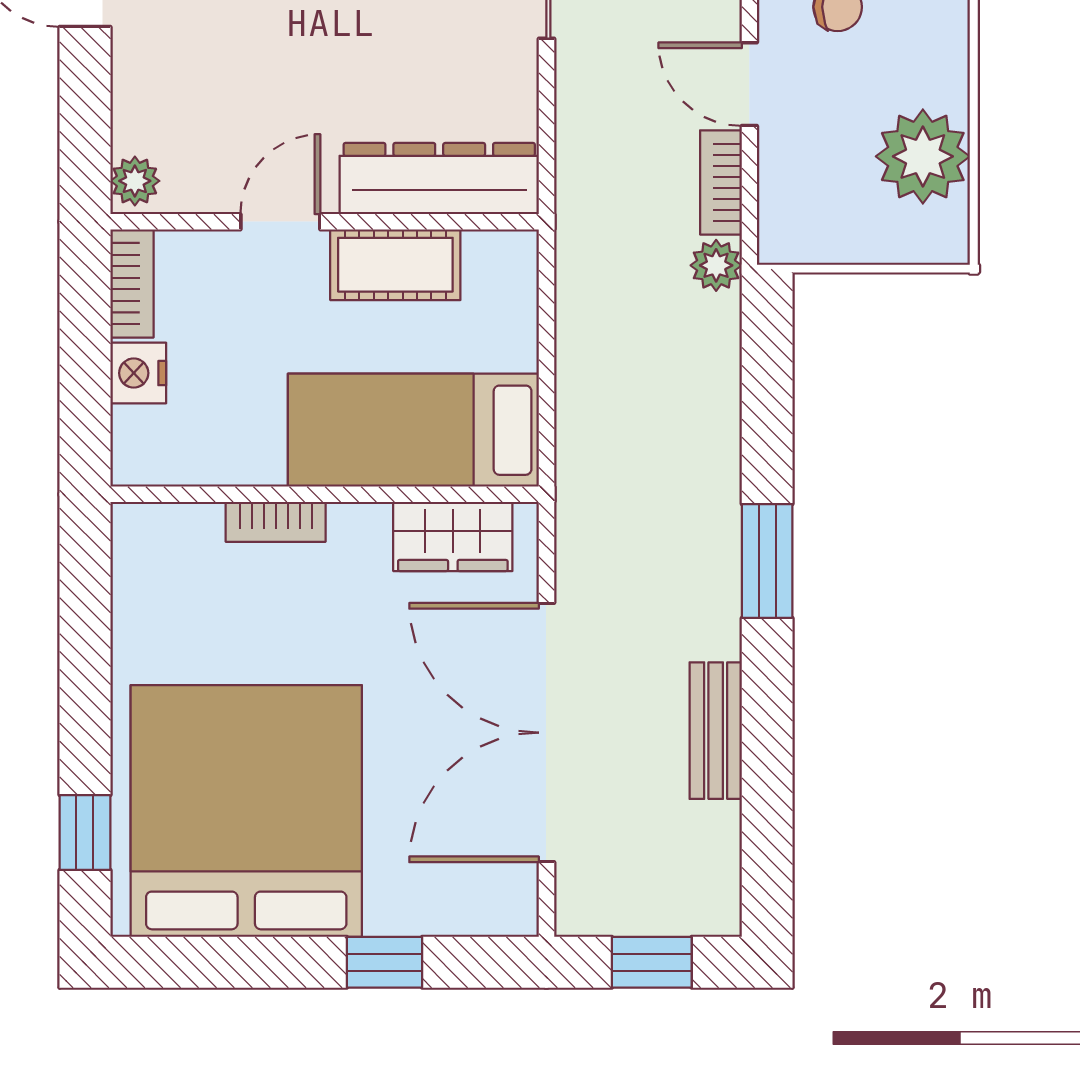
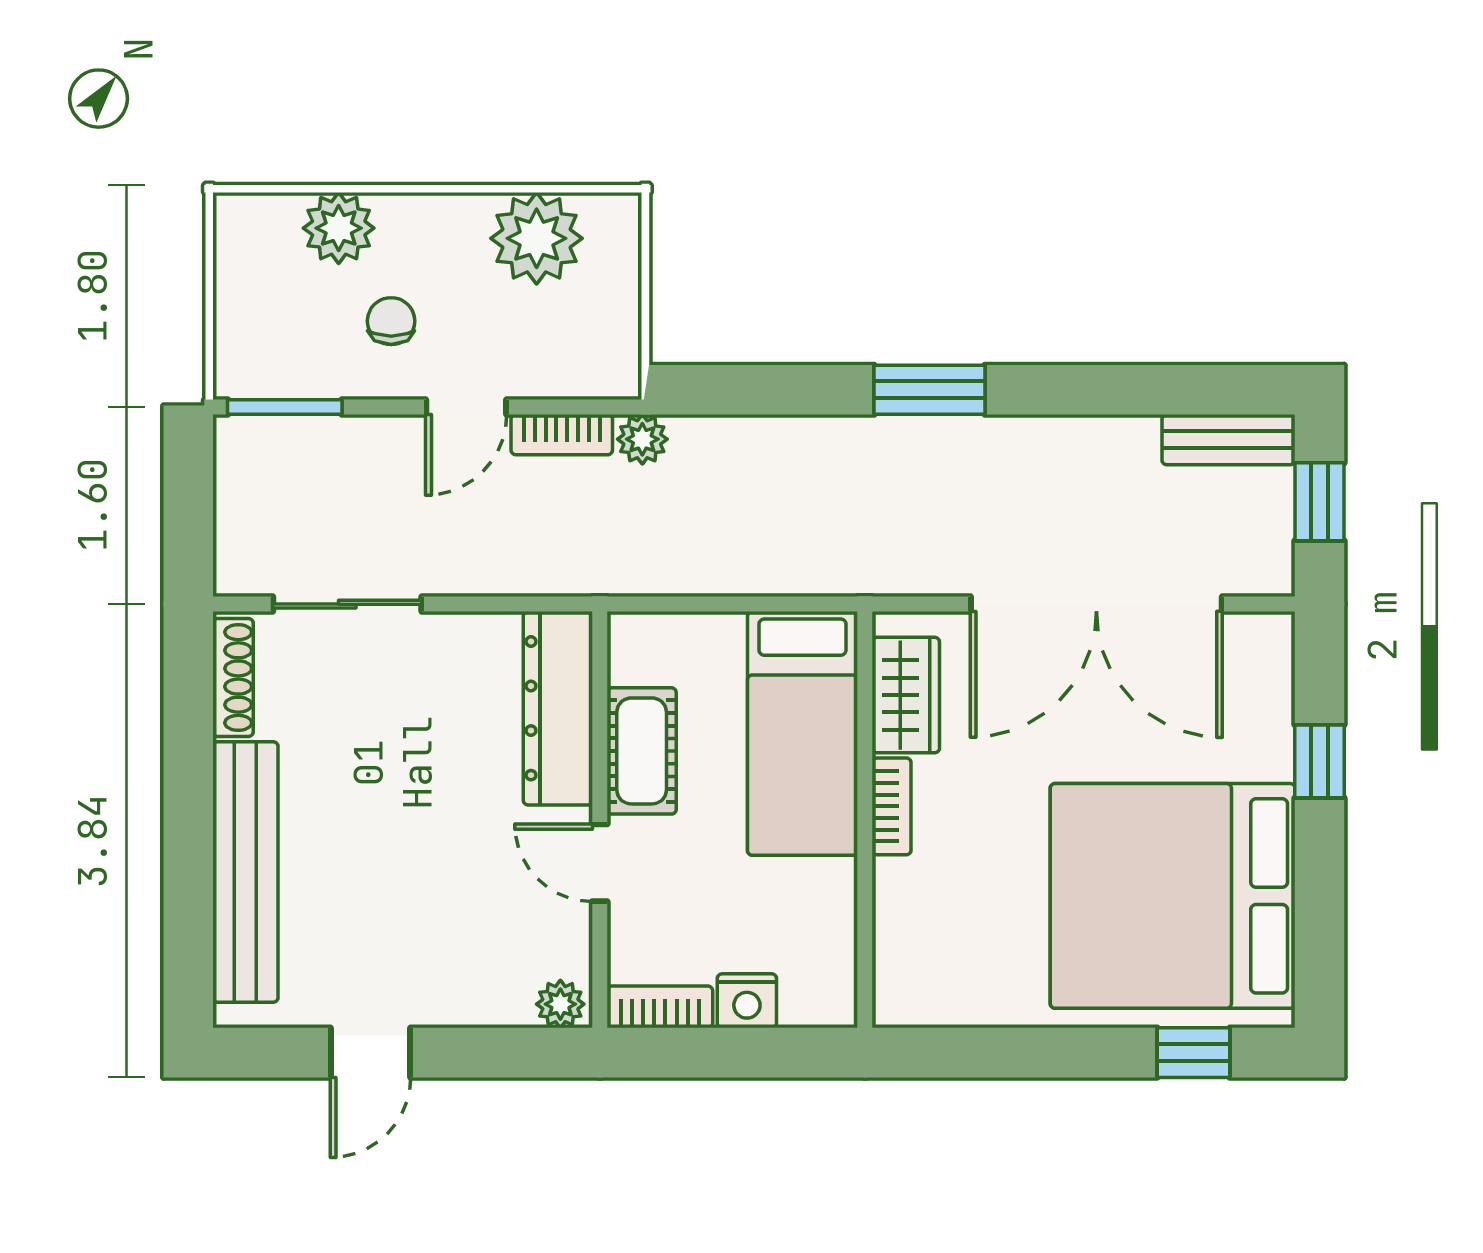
bookcase: (276, 522) -> (892, 806), moved
bench: (716, 731) -> (1228, 440), moved

